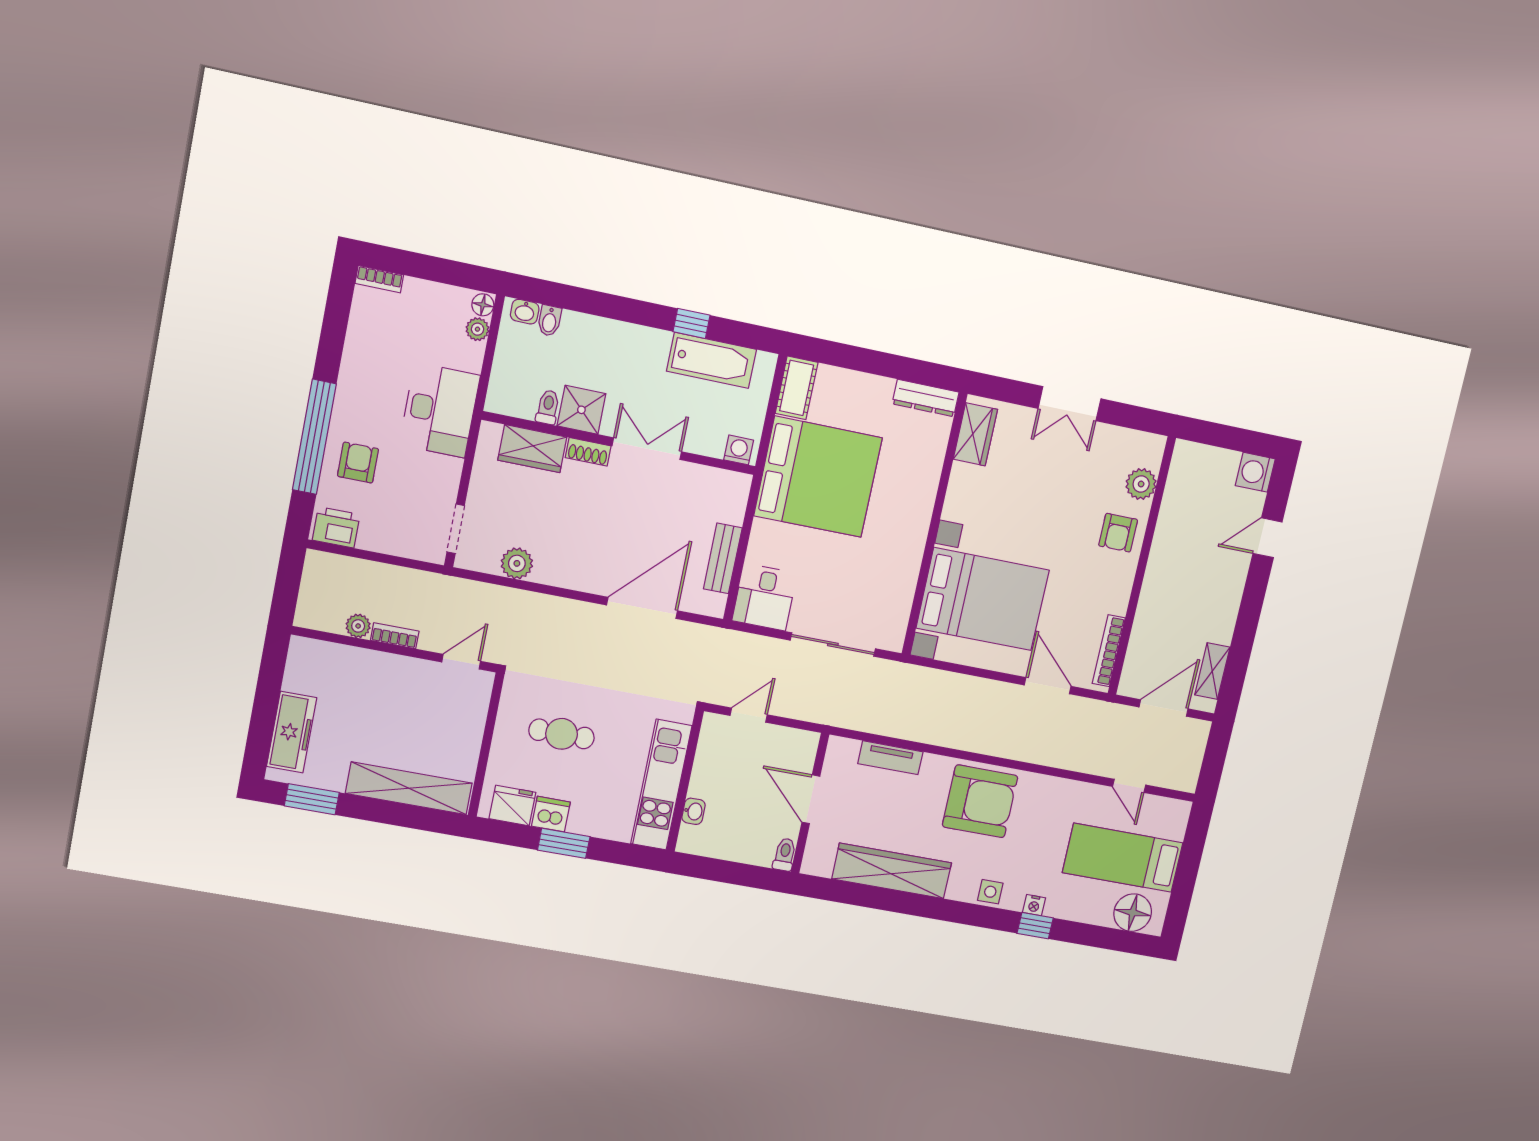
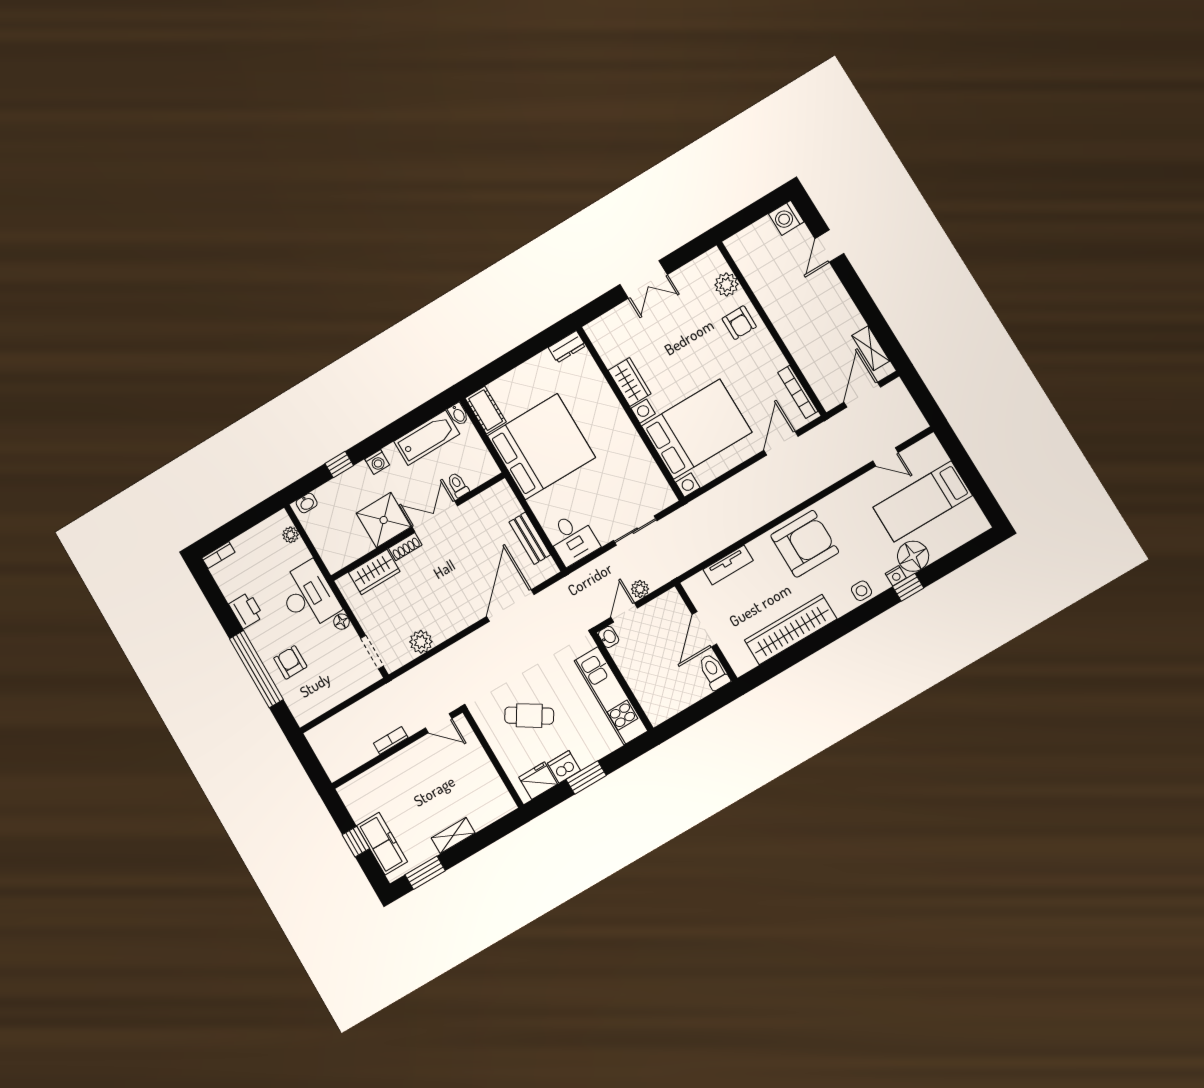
floor lamp: (483, 305) -> (342, 622), moved
bidet: (549, 321) -> (458, 414), moved
window: (692, 323) -> (339, 464), moved
dresser: (926, 398) -> (567, 347), width x0.70
toilet: (548, 407) -> (458, 485), moved
shower: (581, 410) -> (384, 520), width x1.36, depth x1.36
wardrobe: (975, 434) -> (630, 382), moved
washing machine: (739, 450) -> (377, 462), moved, turned 180
printer: (336, 527) -> (246, 610), moved, turned 90
plant: (358, 626) -> (640, 589), moved
sliding door: (833, 644) -> (635, 531), width x0.73
door: (461, 662) -> (439, 723), swing flipped
door: (1048, 686) -> (781, 443), hinge flipped
window: (265, 707) -> (356, 842), added
cafe table: (562, 734) -> (529, 716), turned 32
shelving: (409, 788) -> (453, 835), width x0.45, depth x0.75
door: (811, 799) -> (704, 629), hinge flipped
washbasin: (694, 811) -> (609, 637), moved
toilet: (785, 855) -> (714, 672), width x1.37, depth x1.39
floor lamp: (1133, 913) -> (913, 556), moved

